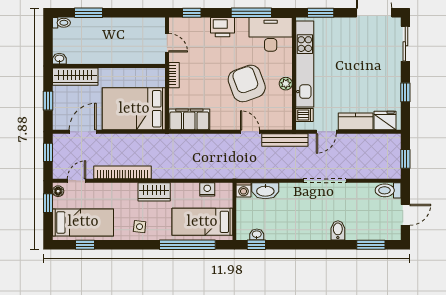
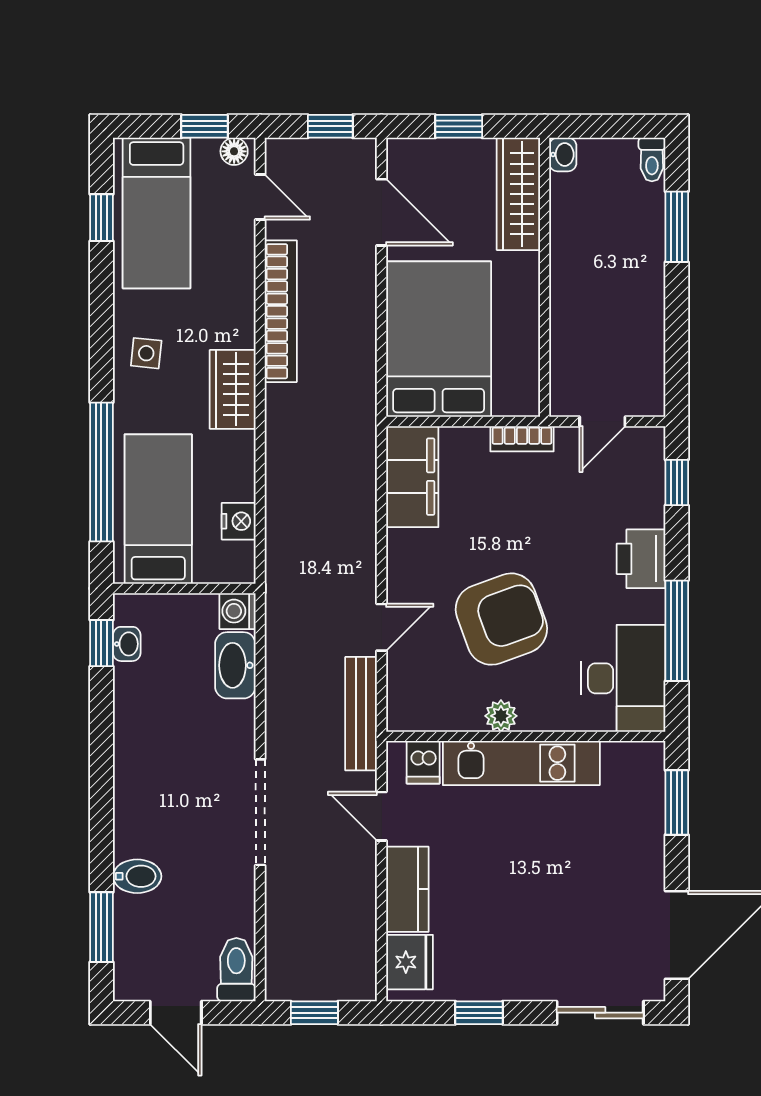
kitchen unit: (305, 64) -> (521, 763), width x0.73
bidet: (338, 230) -> (137, 876), moved

